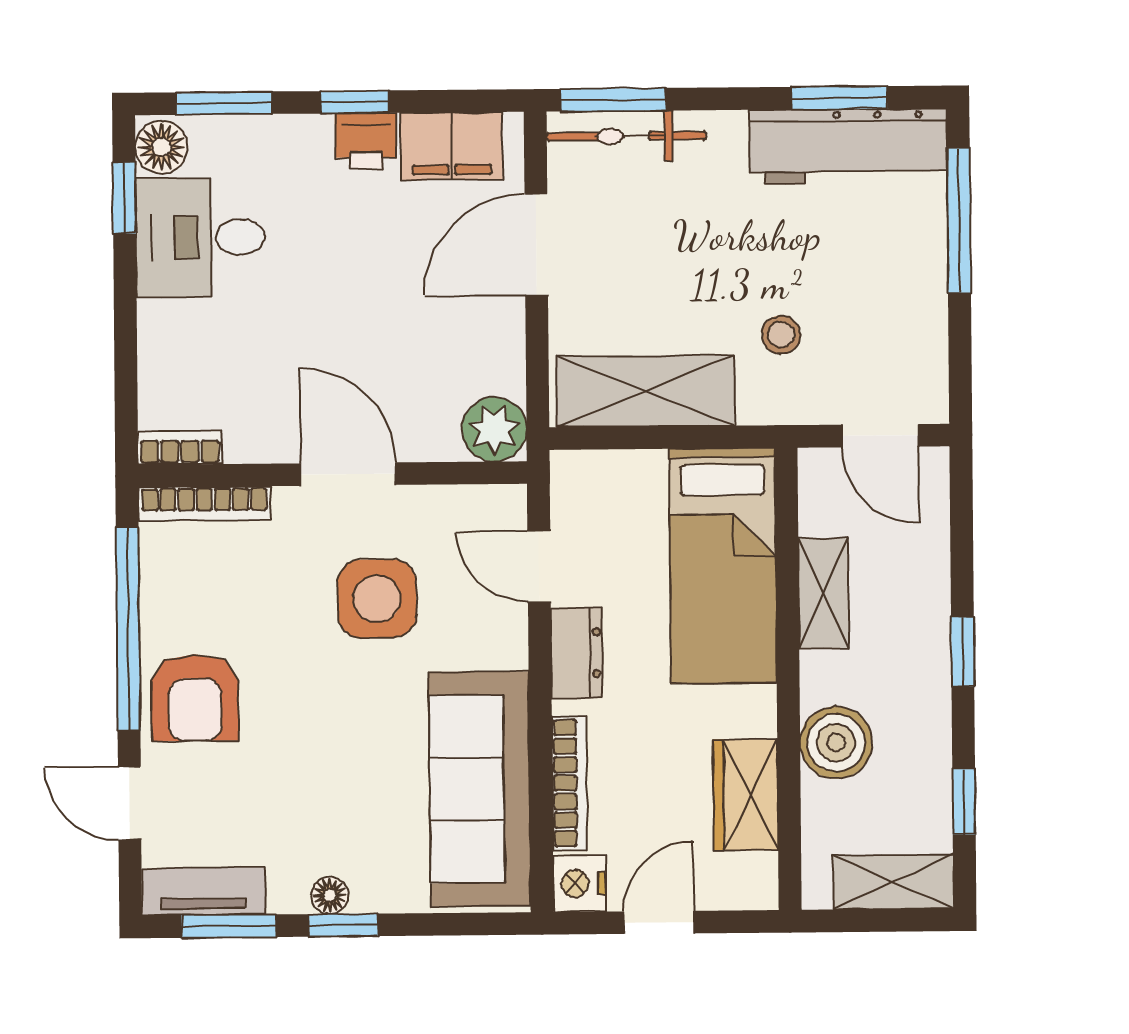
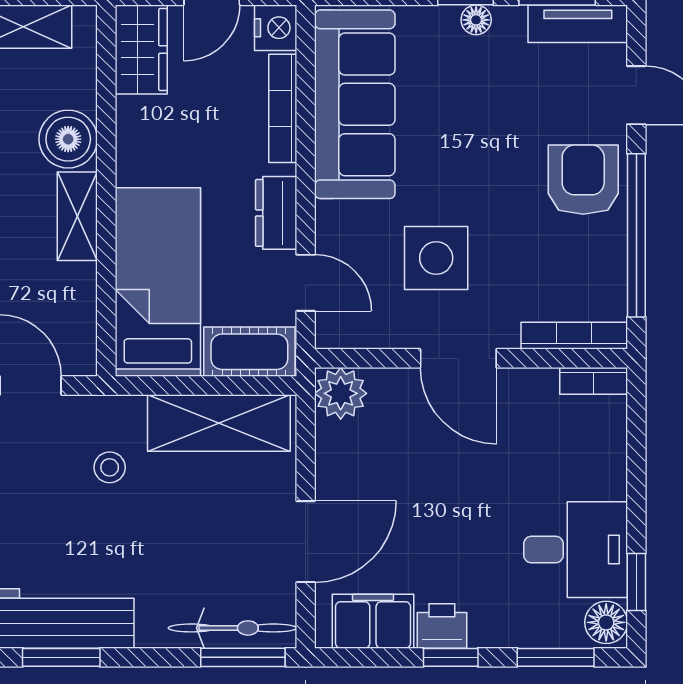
cot: (608, 480) -> (249, 352), added
shelving: (823, 593) -> (77, 216), moved
wardrobe: (746, 795) -> (141, 50), moved

